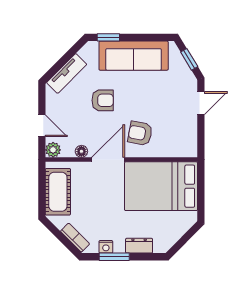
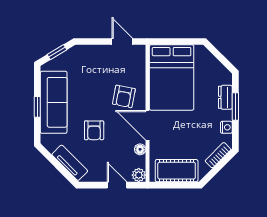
window: (108, 37) -> (37, 107), moved
armchair: (103, 100) -> (94, 130), turned 180
door: (201, 103) -> (122, 41), moved
door: (42, 126) -> (117, 185), hinge flipped
window: (114, 257) -> (235, 106), moved

